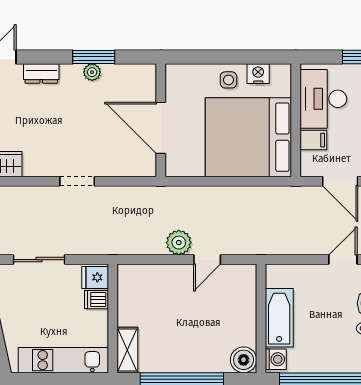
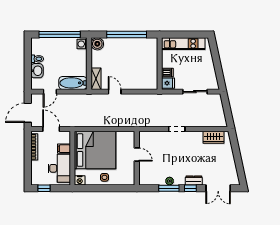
window: (49, 57) -> (190, 188), added
nightstand: (258, 74) -> (80, 180), moved
door: (161, 128) -> (137, 154), width x0.53
plant: (179, 243) -> (128, 100), removed
door: (207, 260) -> (115, 92), hinge flipped
bathtub: (279, 318) -> (73, 83), moved, turned 90
shelving: (127, 350) -> (96, 79), moved

